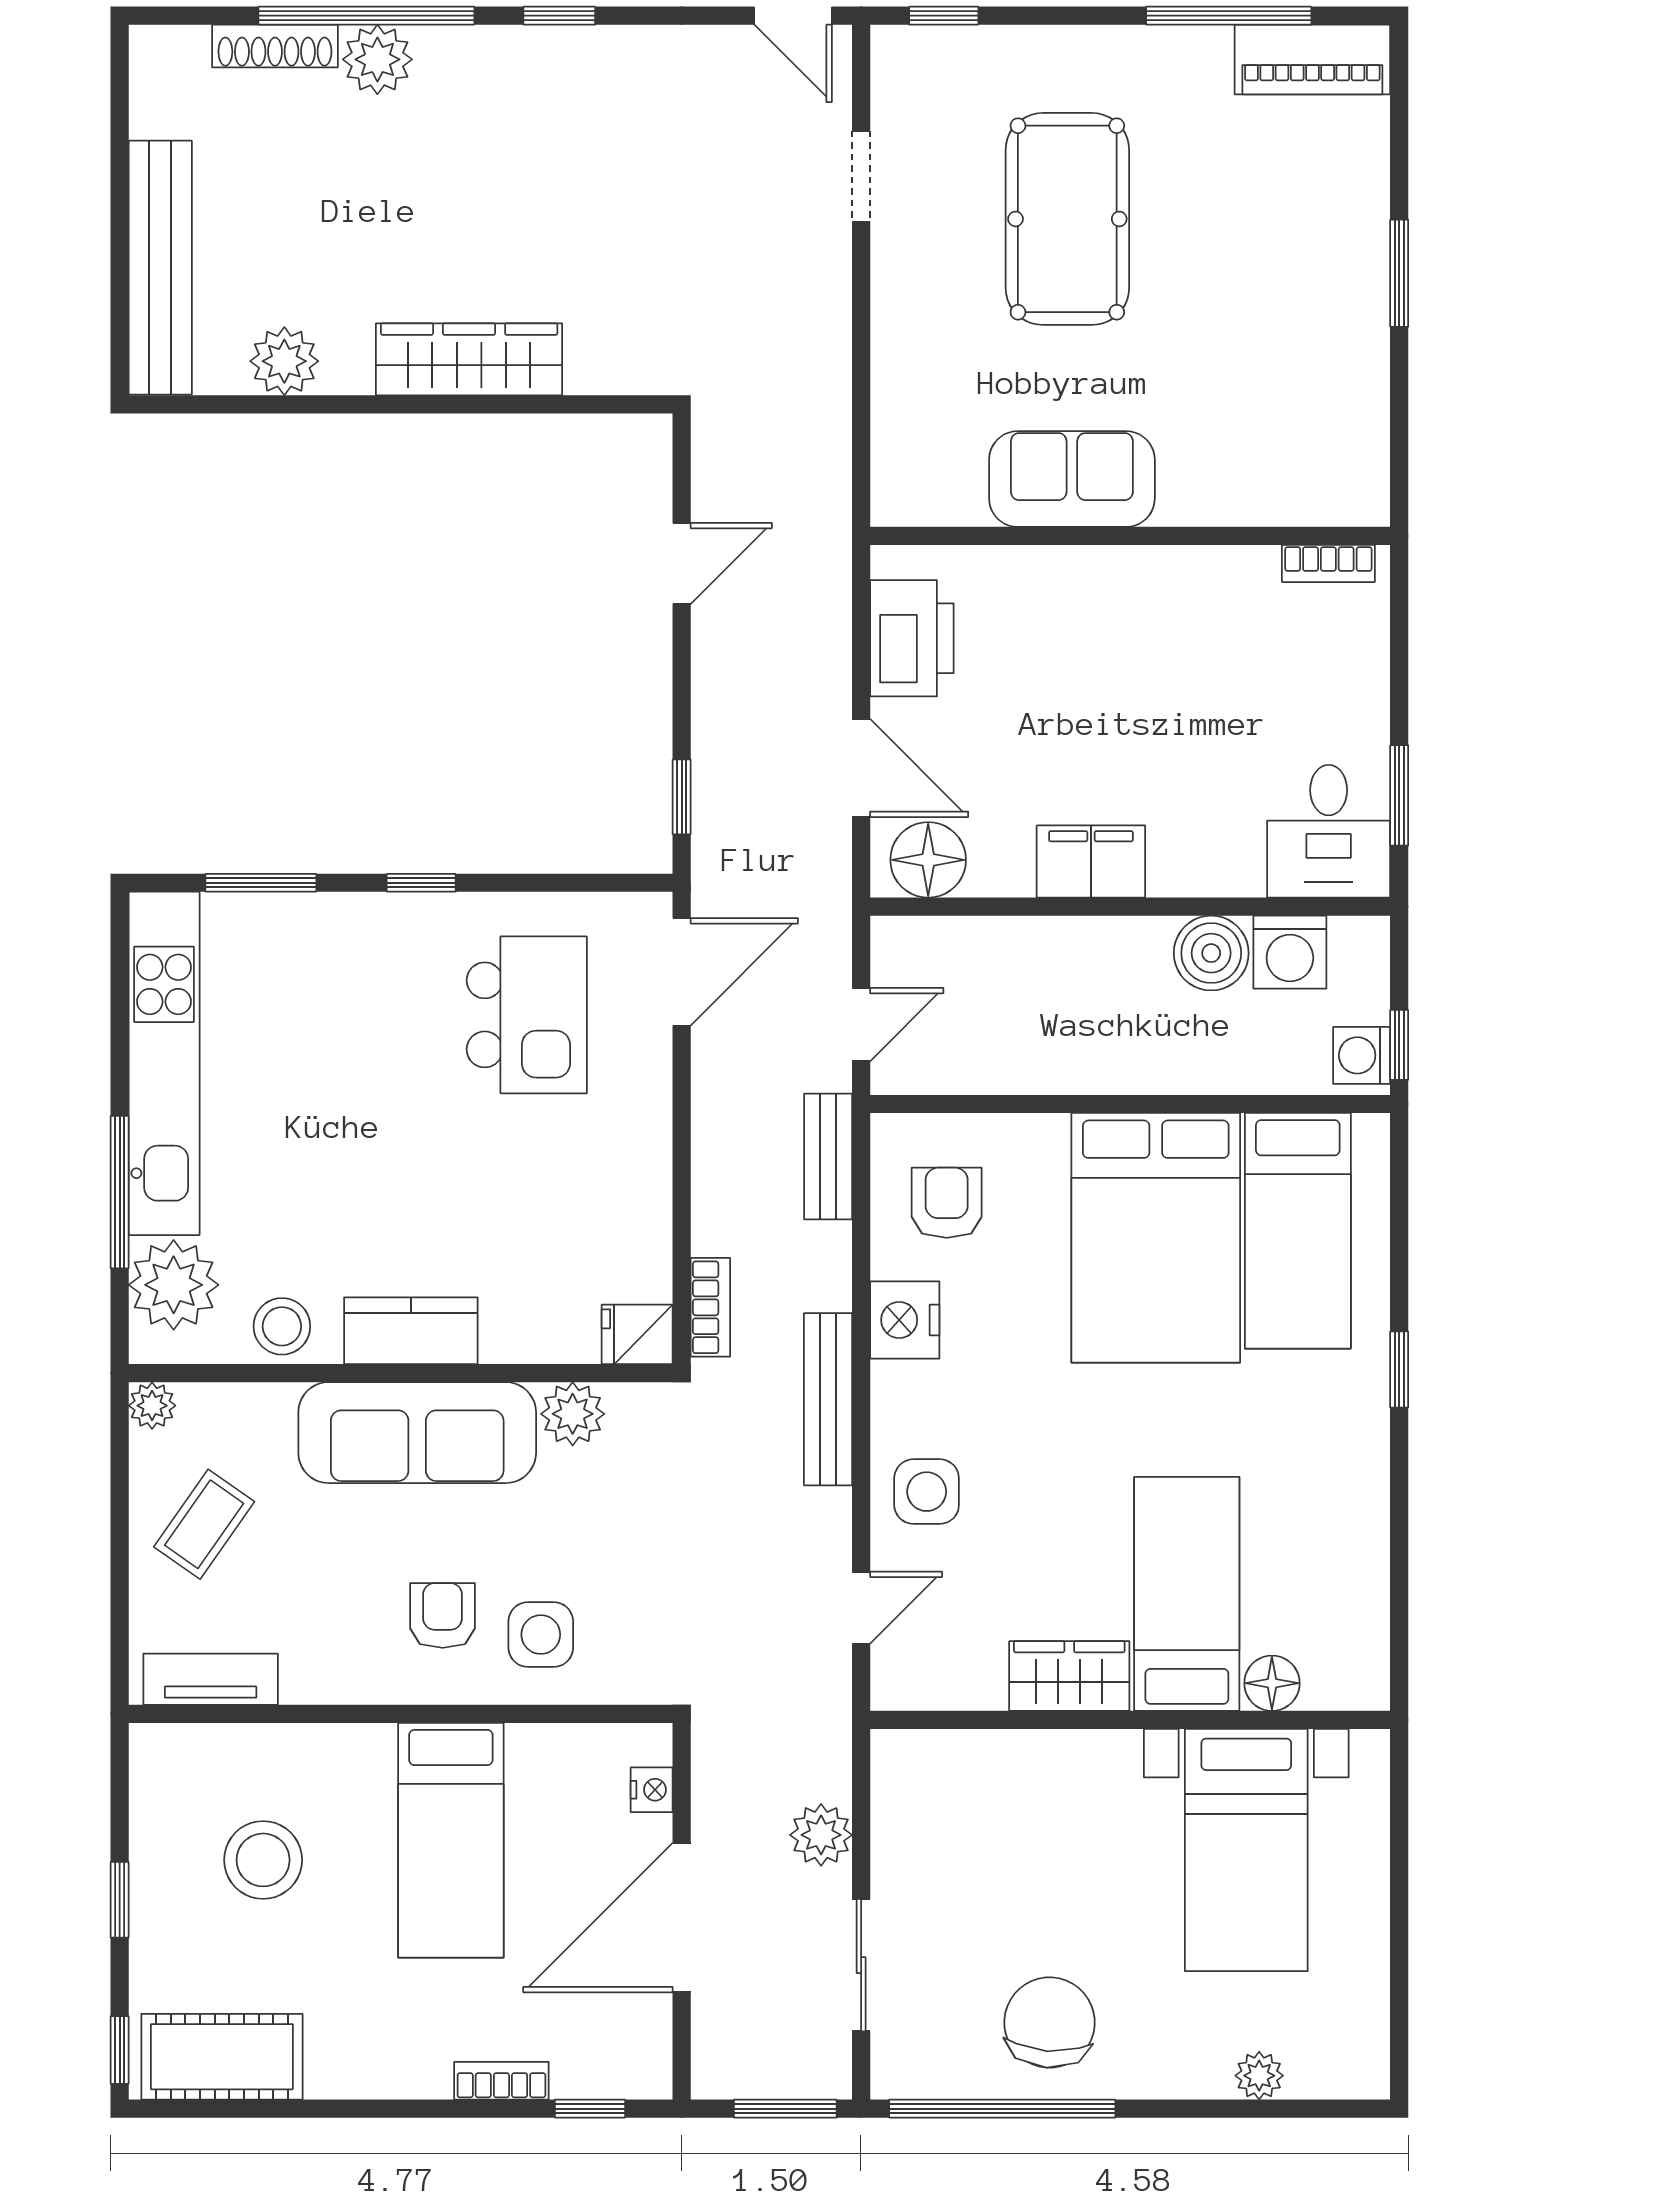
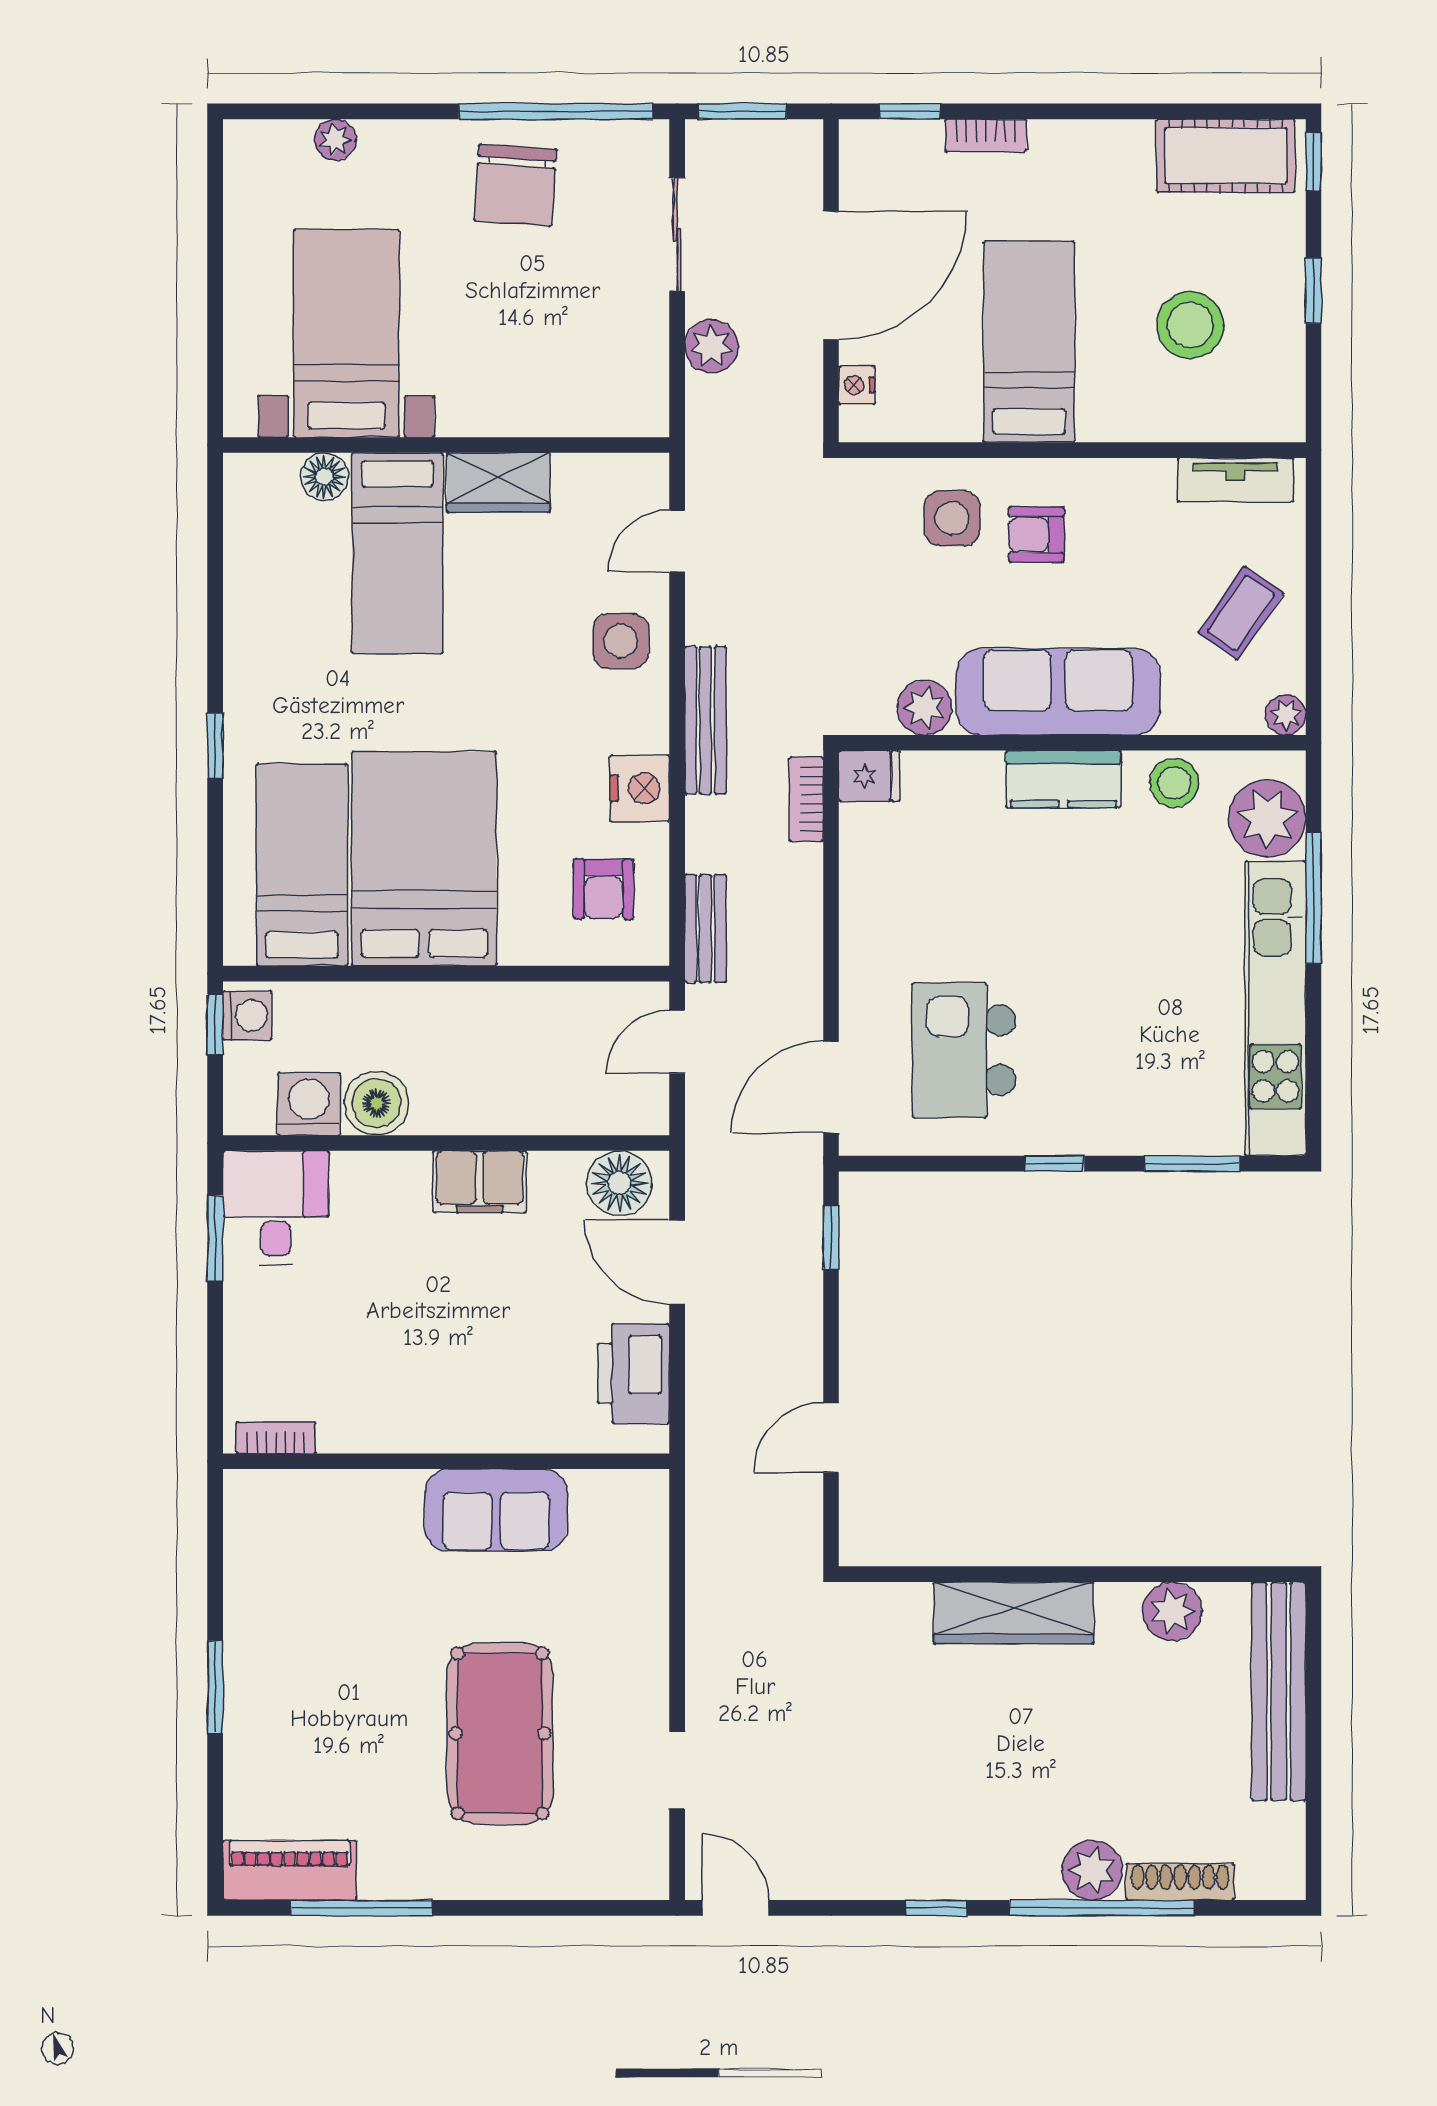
window: (944, 16) -> (606, 1908), removed
armchair: (443, 1616) -> (1036, 535), turned 90

